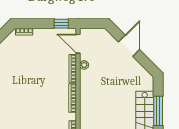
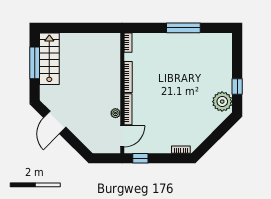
door: (78, 44) -> (122, 136), hinge flipped
door: (129, 46) -> (55, 122), moved

